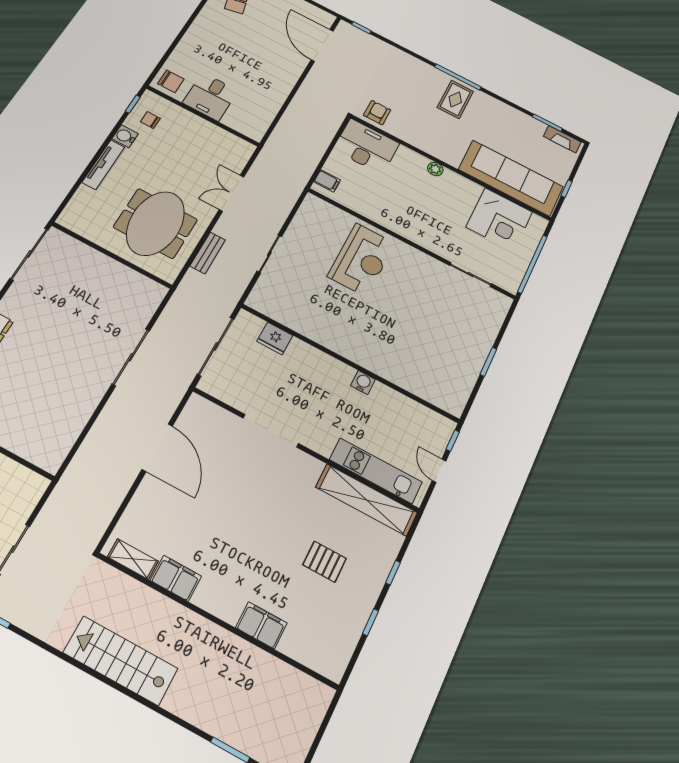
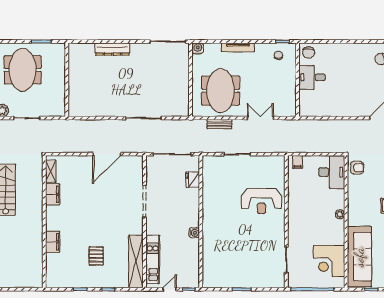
water cooler: (125, 136) -> (198, 48), moved
meeting table: (156, 223) -> (221, 91), turned 90

